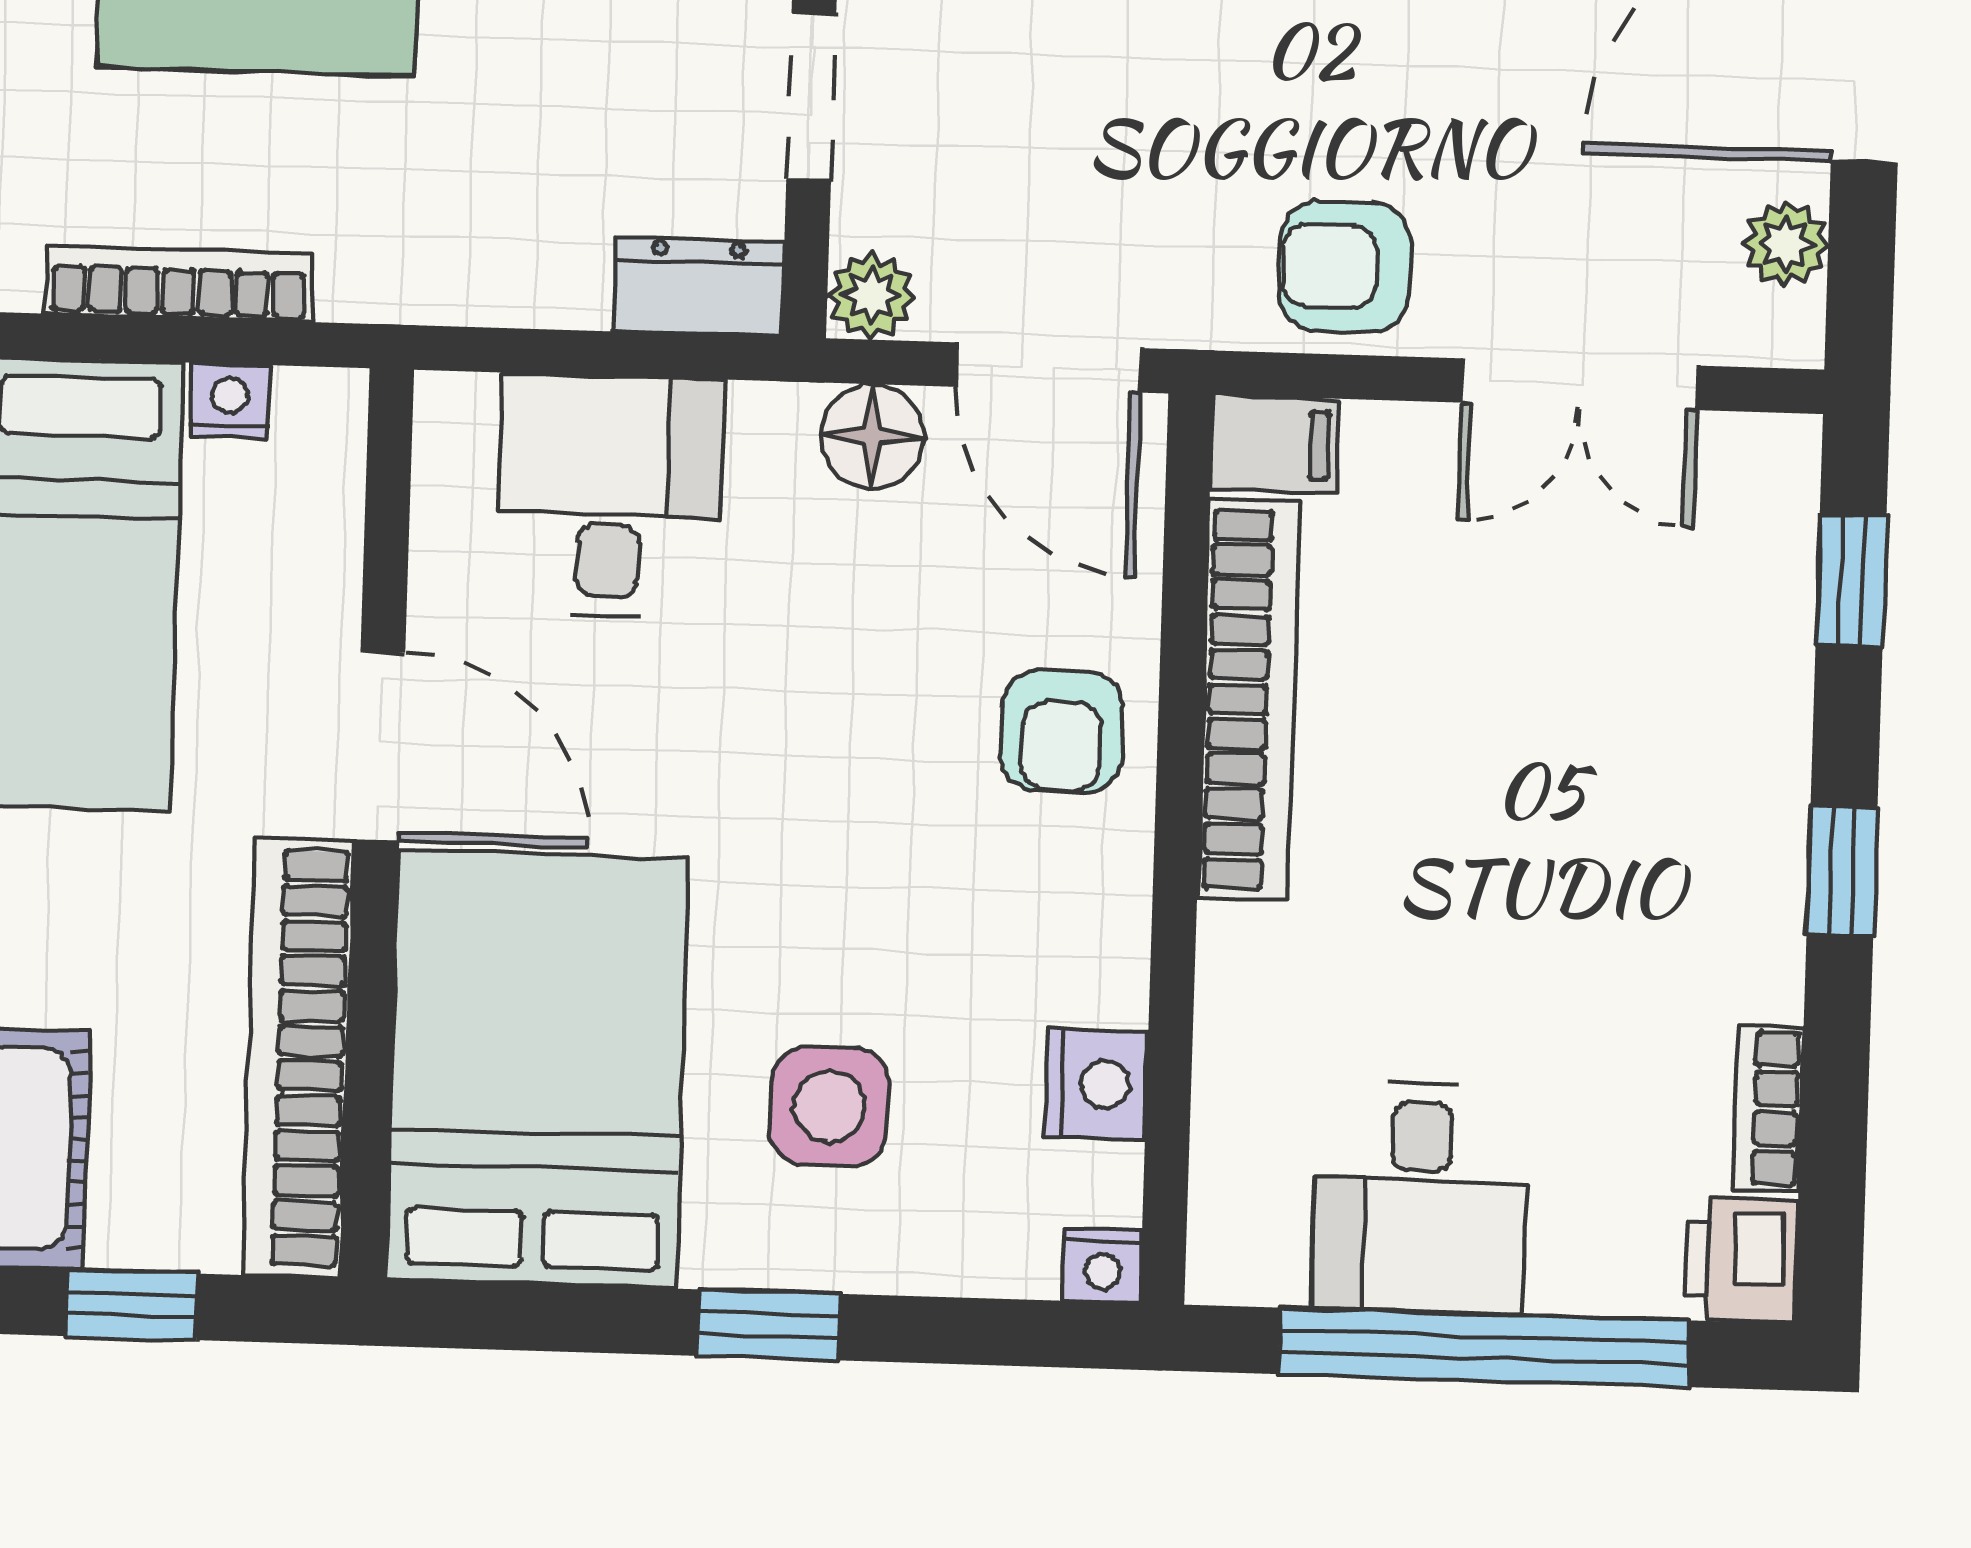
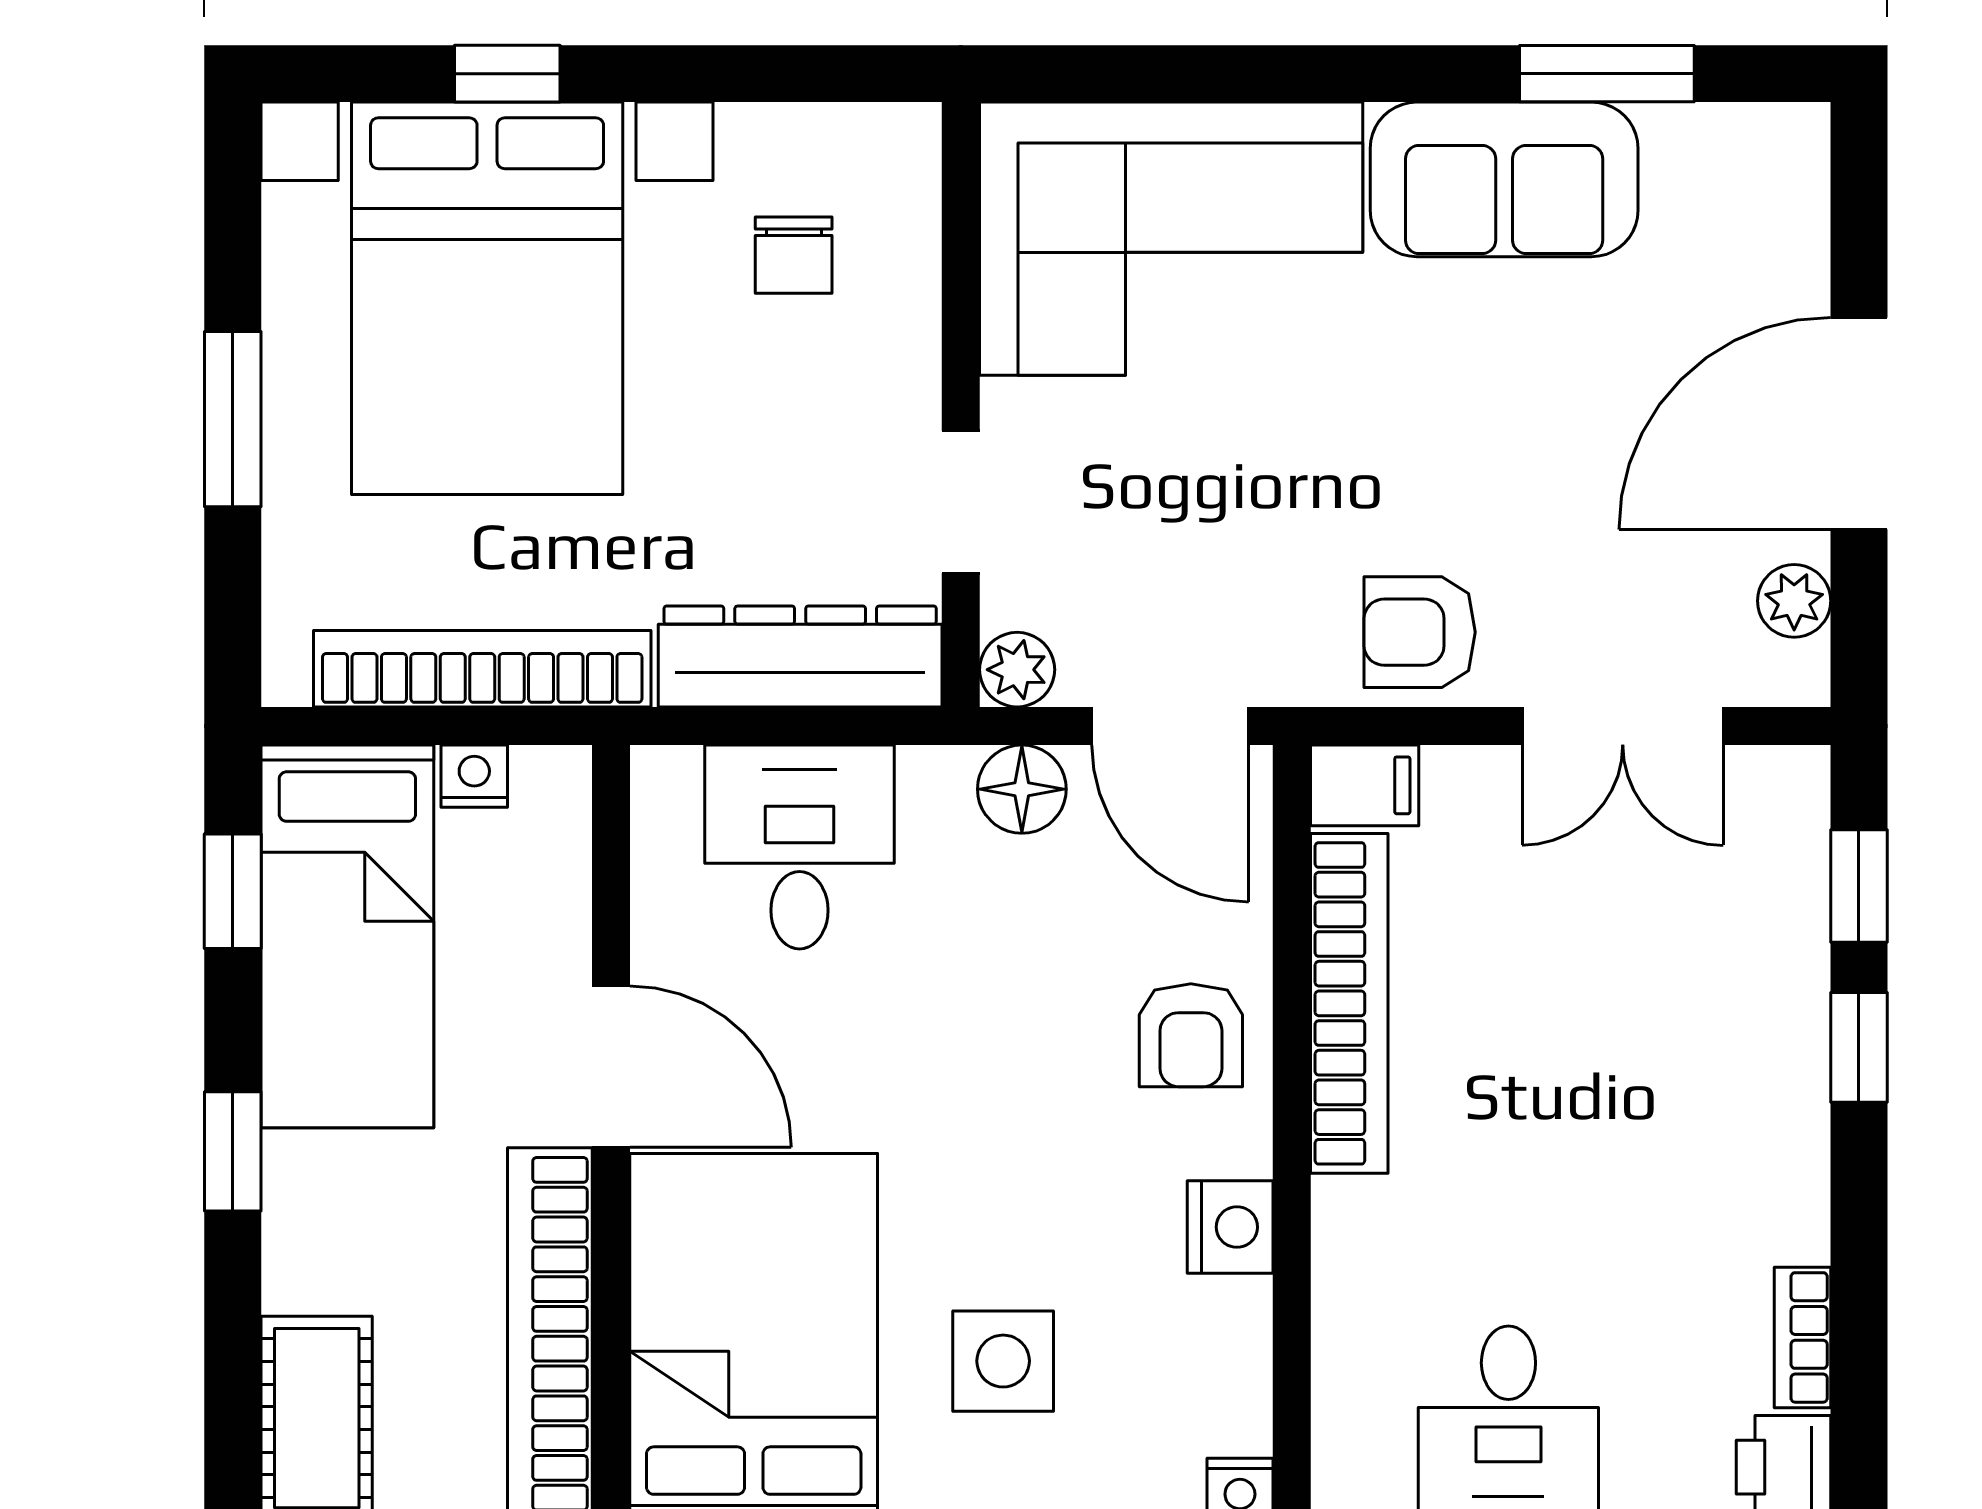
bookcase: (179, 284) -> (482, 669), width x1.48, depth x1.31
dresser: (698, 287) -> (800, 656), width x1.96, depth x1.24
window: (1842, 871) -> (1859, 1047), moved
nightstand: (1097, 1084) -> (1230, 1227), moved

